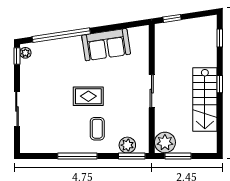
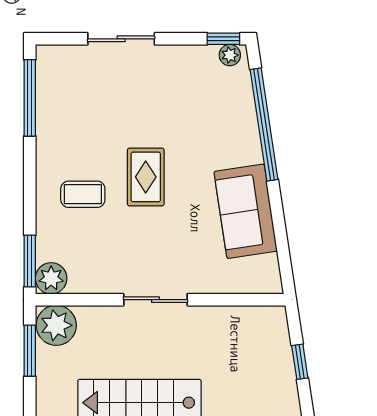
window: (172, 18) -> (300, 362), moved
plant: (127, 145) -> (51, 278), moved
window: (77, 156) -> (30, 98), moved

